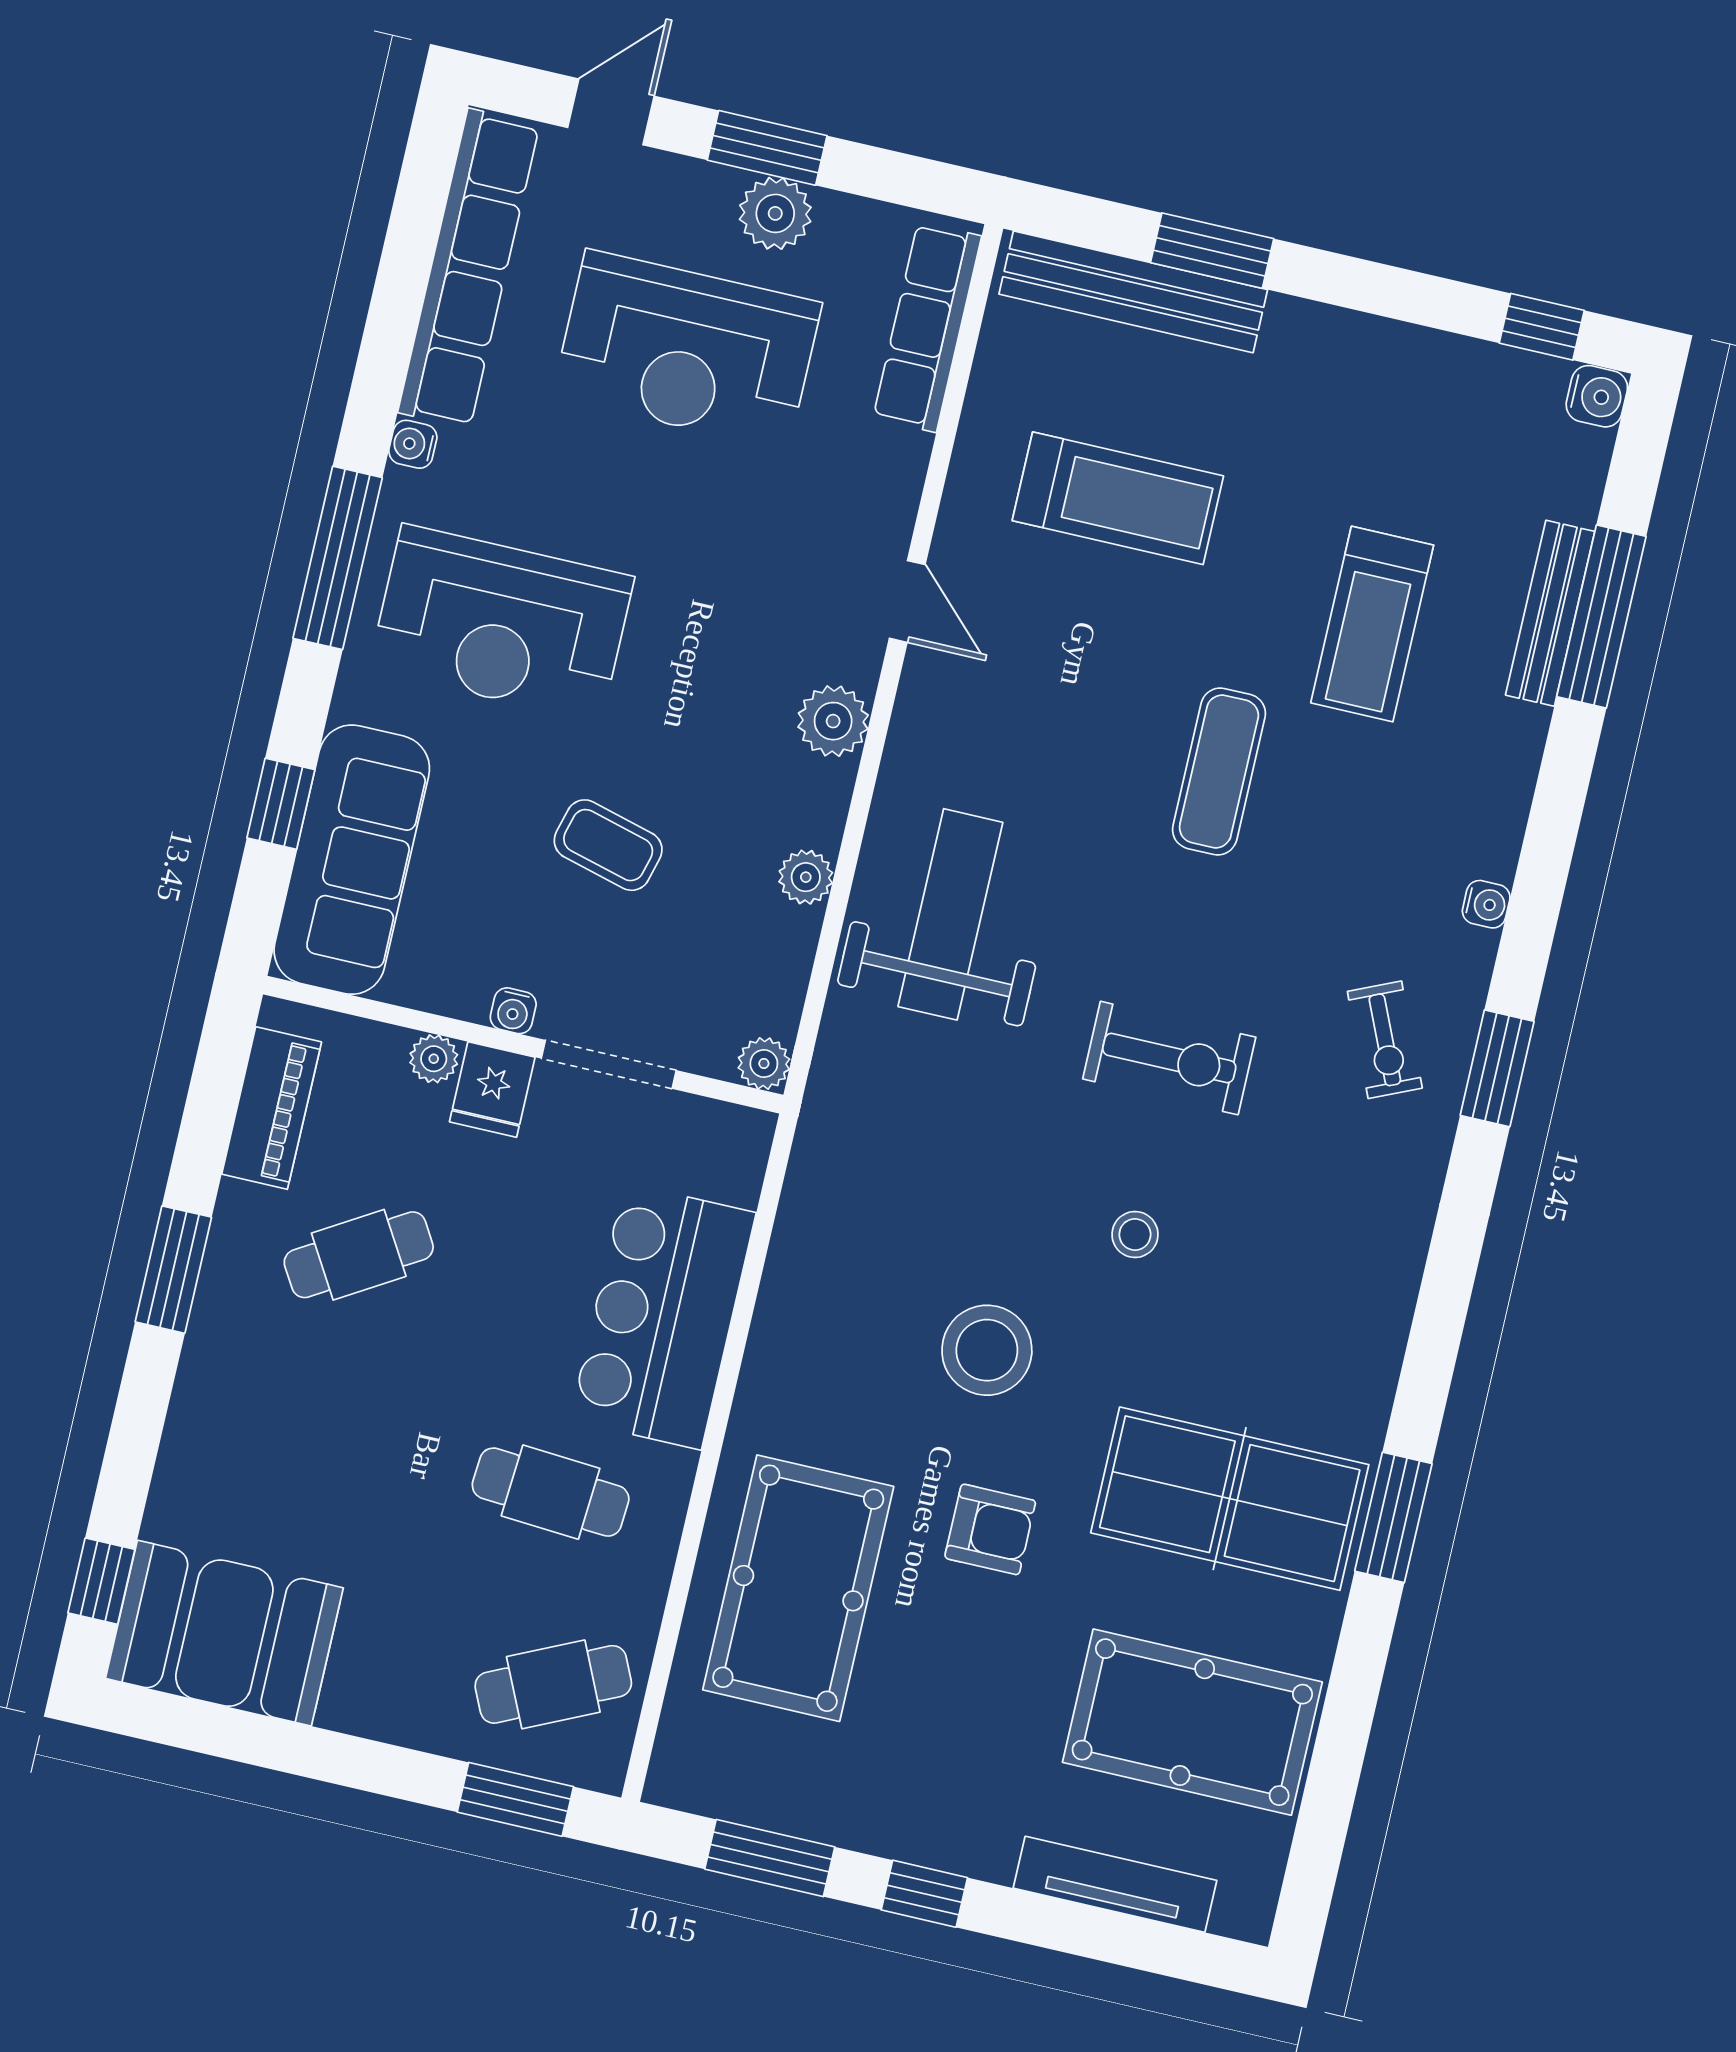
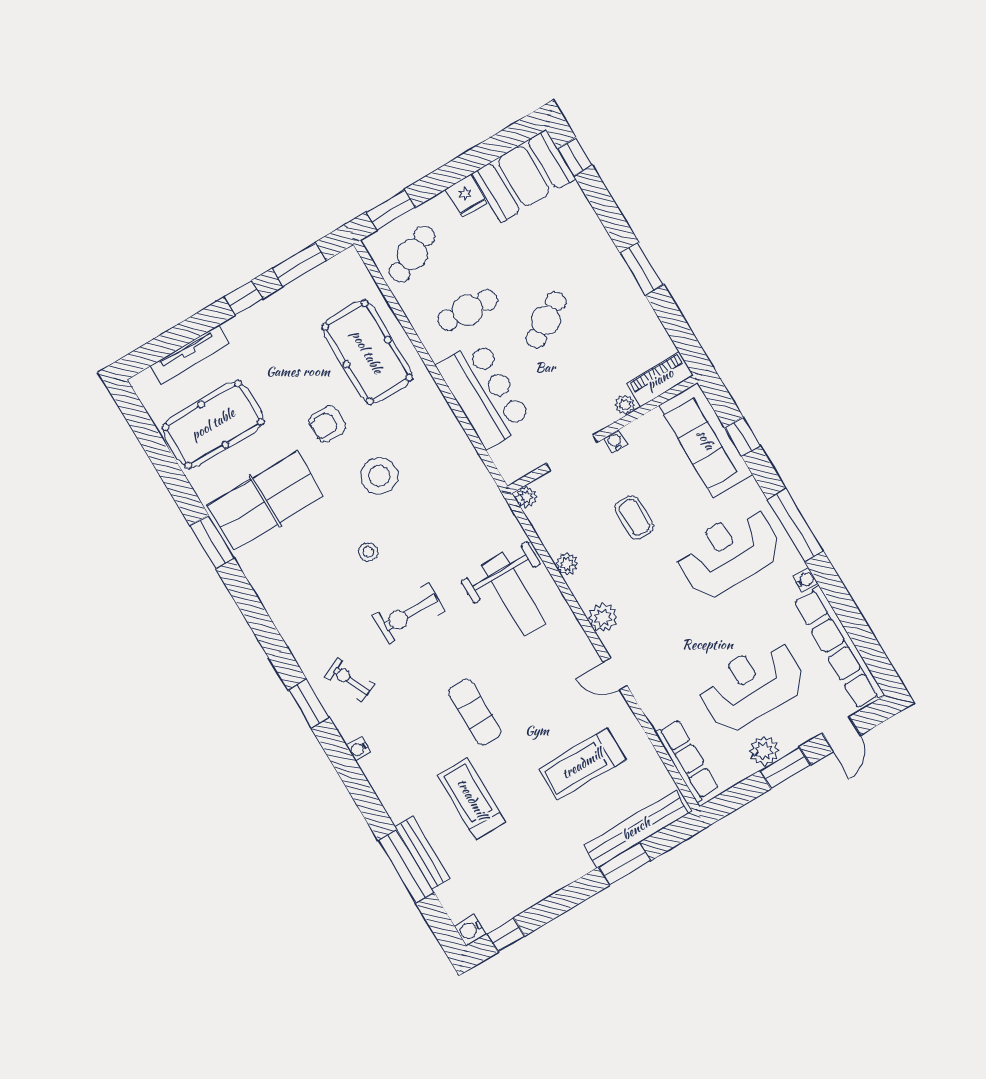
coffee table: (608, 845) -> (634, 517), turned 75
fridge: (492, 1090) -> (466, 196), moved, turned 180
piano: (272, 1108) -> (660, 379), moved, turned 90
cafe table: (359, 1255) -> (546, 320), moved

